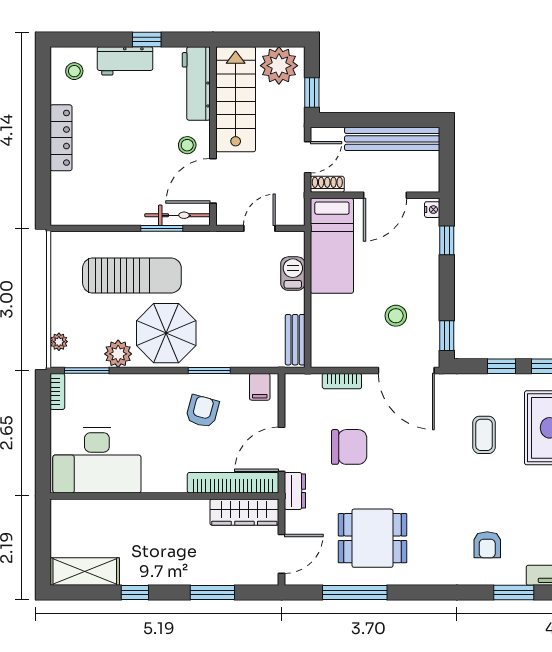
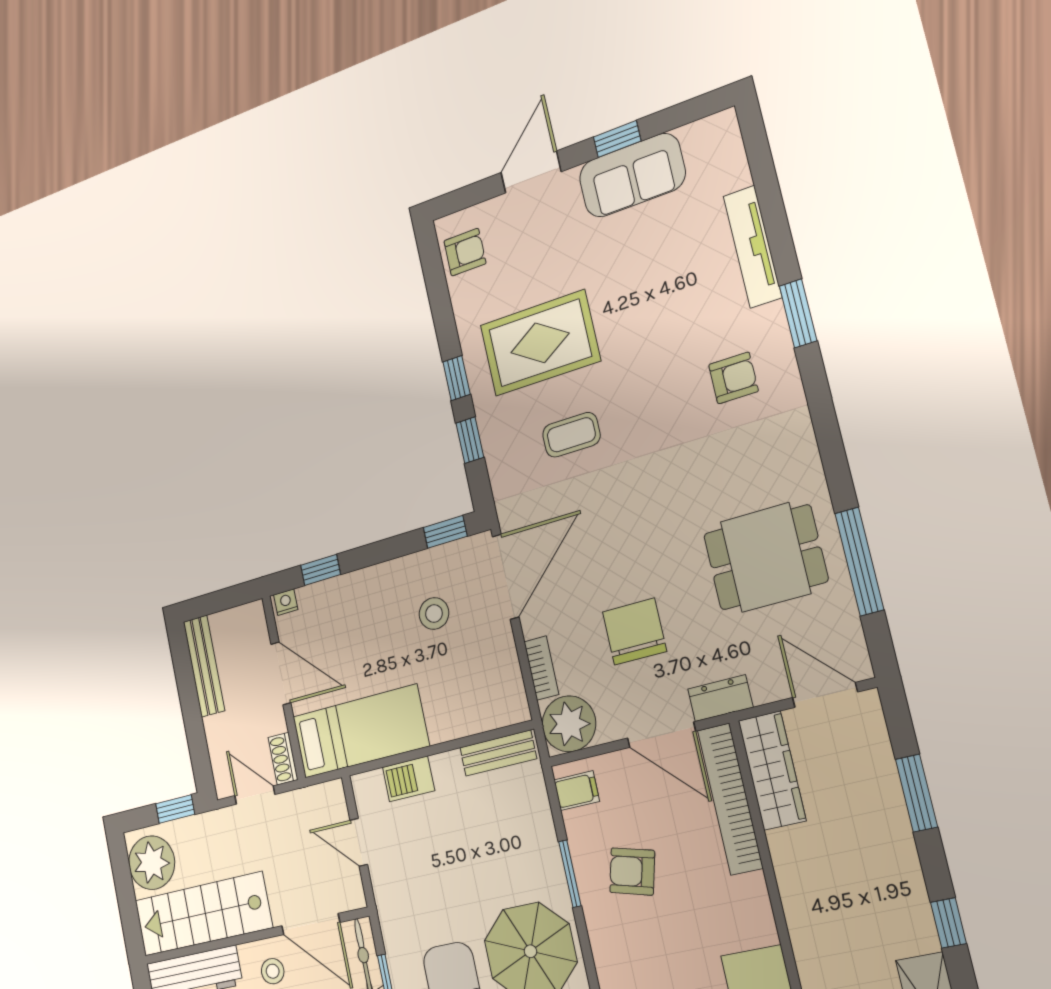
bench: (392, 139) -> (204, 666), width x0.73, depth x0.82
plant: (302, 391) -> (569, 724), added
dining table: (372, 538) -> (765, 557), turned 90

